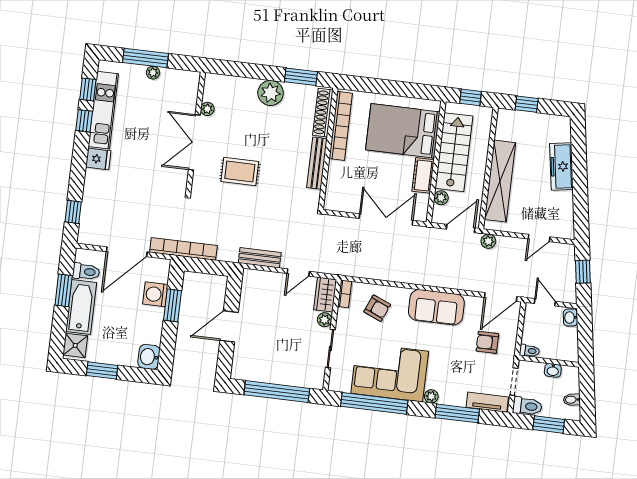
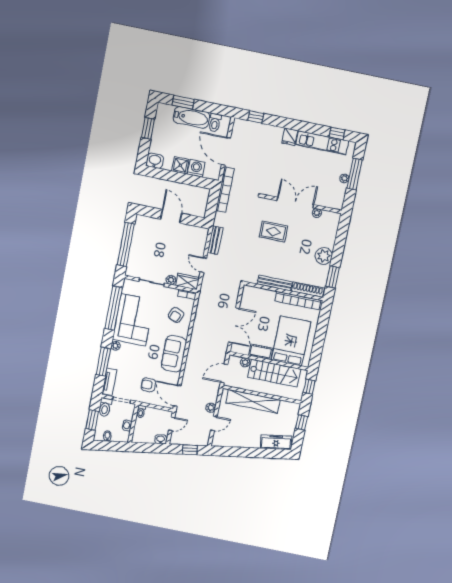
window: (84, 121) -> (316, 129), removed
freezer: (561, 167) -> (276, 442), moved
rug: (240, 171) -> (273, 231), turned 90
door: (461, 228) -> (224, 373), swing flipped
door: (539, 238) -> (214, 423), swing flipped
plant: (488, 241) -> (211, 408), moved
window: (64, 290) -> (183, 102), moved
window: (173, 305) -> (188, 179), removed
armchair: (487, 342) -> (148, 385), turned -90
shower: (75, 345) -> (180, 165), moved

